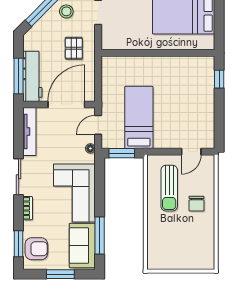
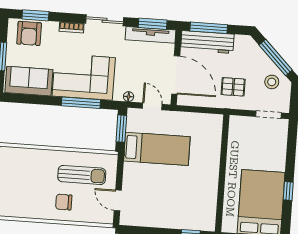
window: (19, 130) -> (153, 24), added
sun lounger: (169, 188) -> (82, 175), turned 180
window: (100, 235) -> (81, 103), moved

